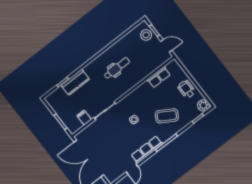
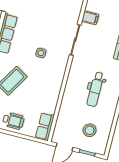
stool: (146, 35) -> (89, 130), moved
row of seats: (159, 77) -> (45, 127), moved

